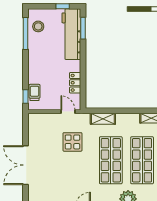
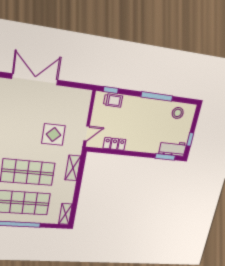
window: (25, 33) -> (157, 96), moved
workbench: (71, 34) -> (173, 148), width x0.53, depth x0.76

